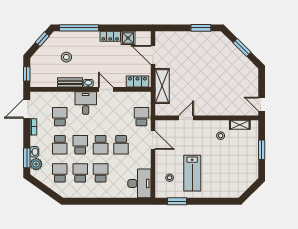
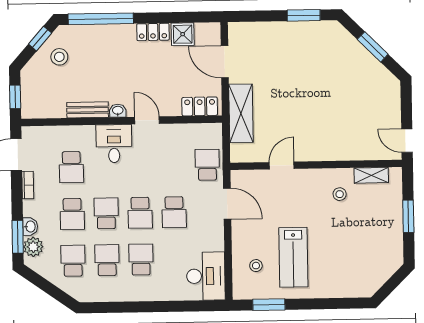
stool: (66, 57) -> (59, 57), moved
school desk: (60, 117) -> (71, 167), turned 180

